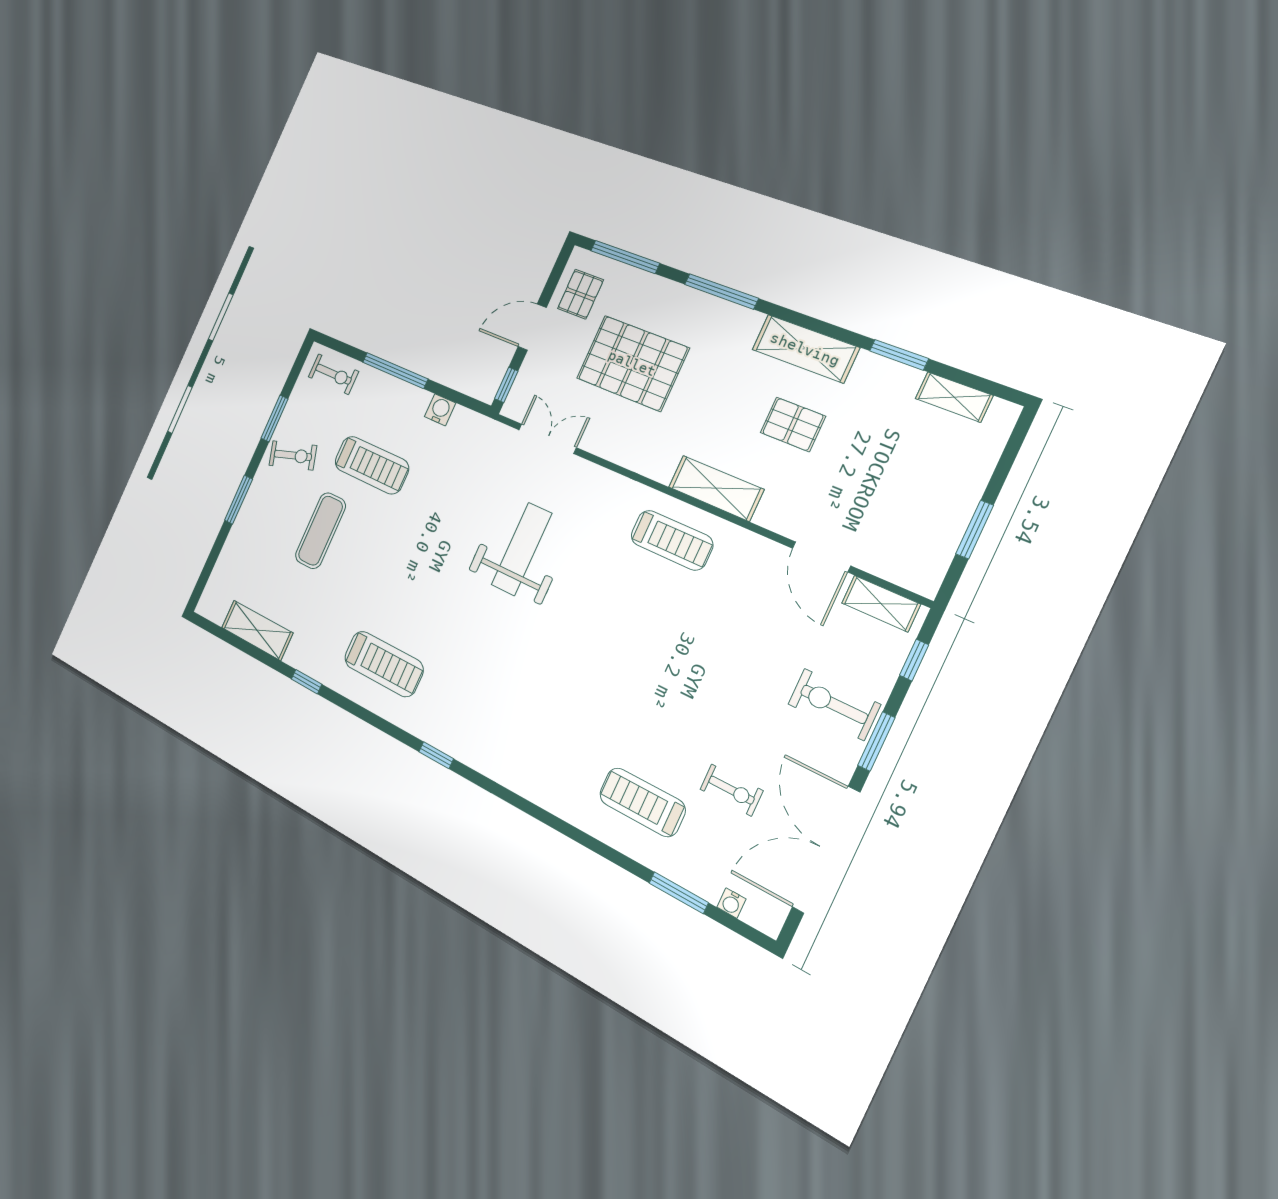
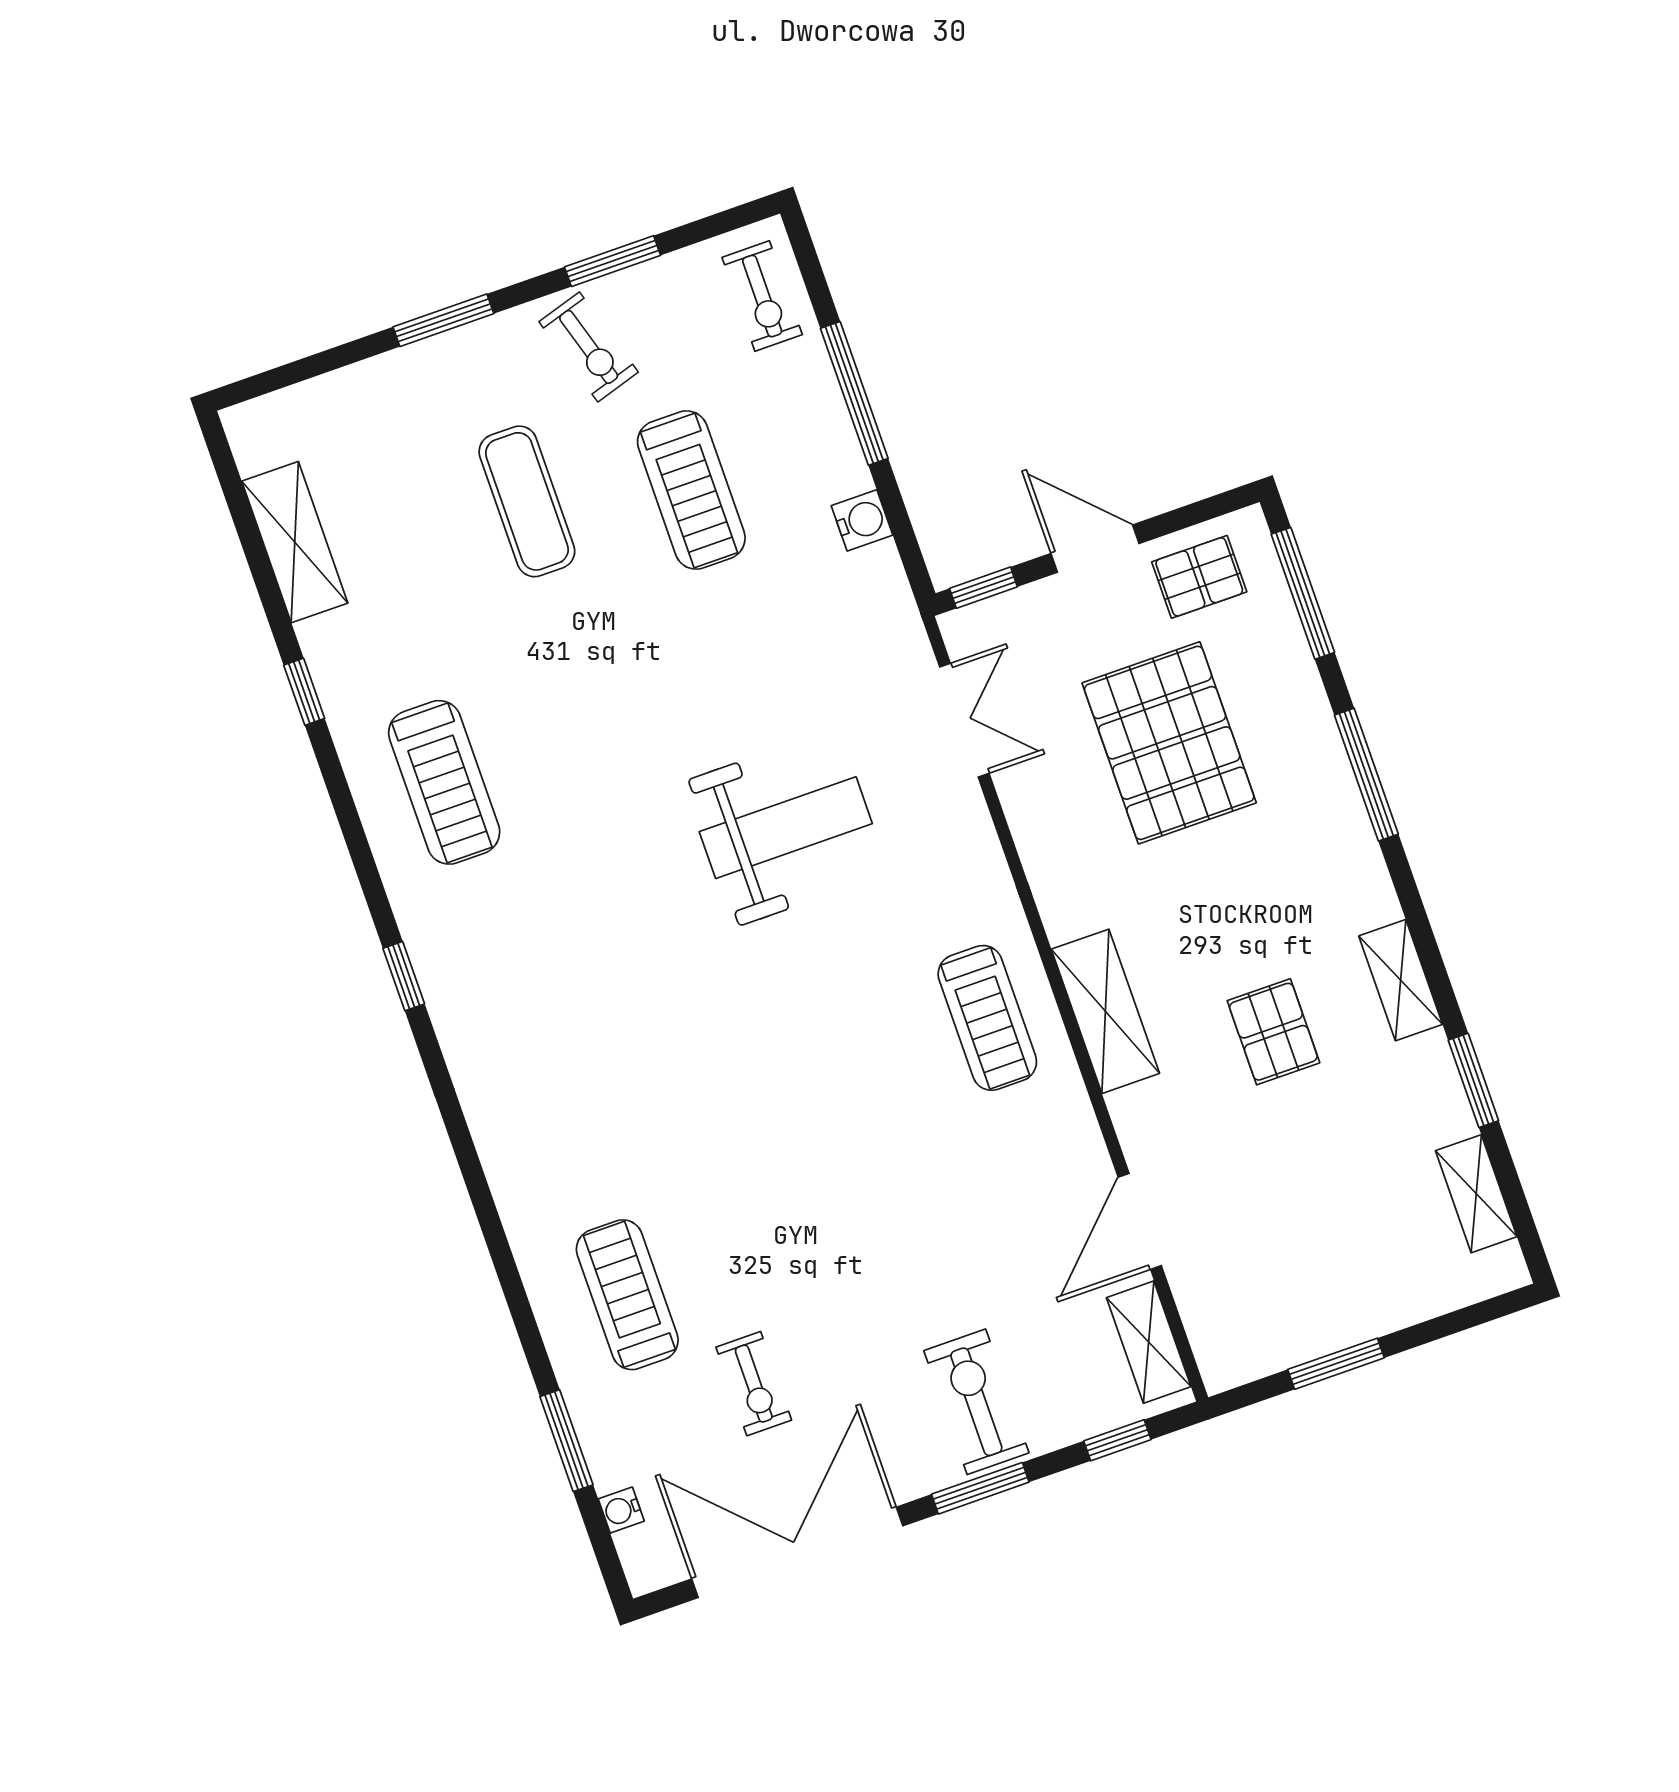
shelving: (805, 349) -> (1401, 980), width x0.67, depth x0.75
exercise mat: (321, 531) -> (527, 501), turned 90

